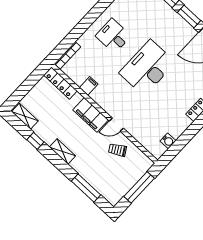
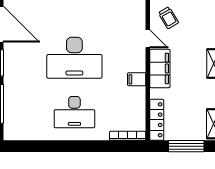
desk: (113, 36) -> (74, 112), width x1.37
window: (27, 86) -> (186, 146), added
filing cabinet: (89, 86) -> (137, 79), moved

